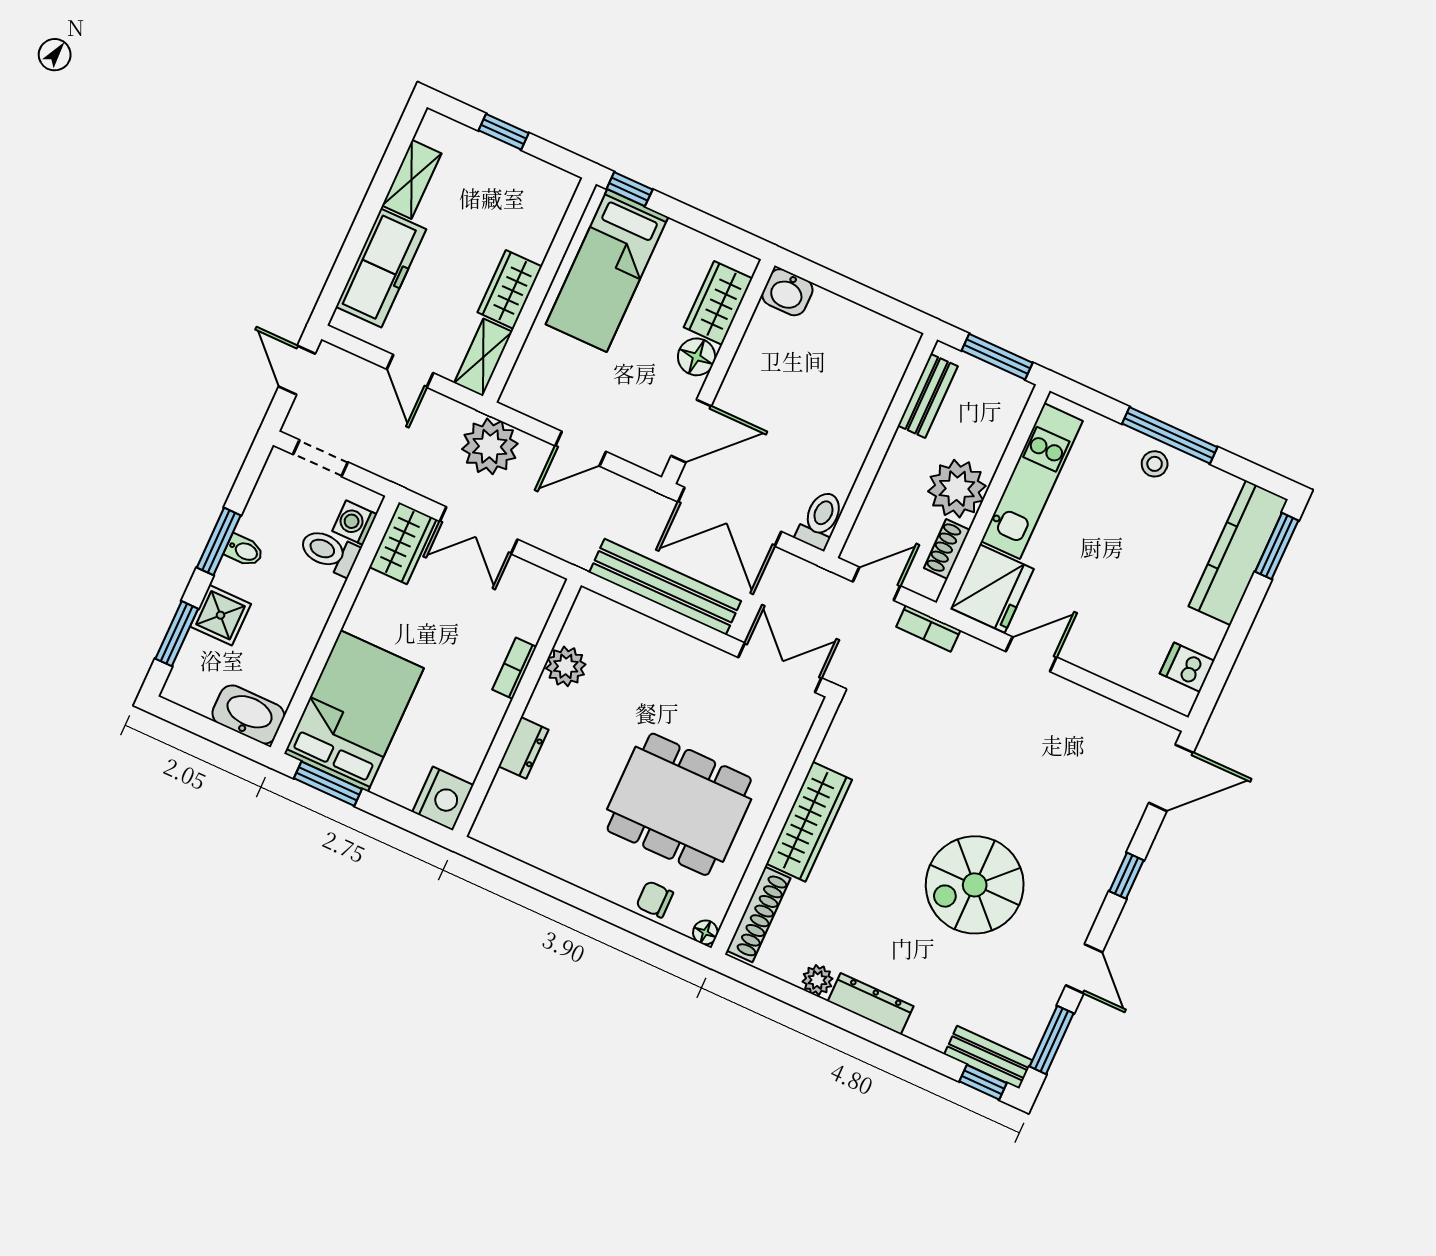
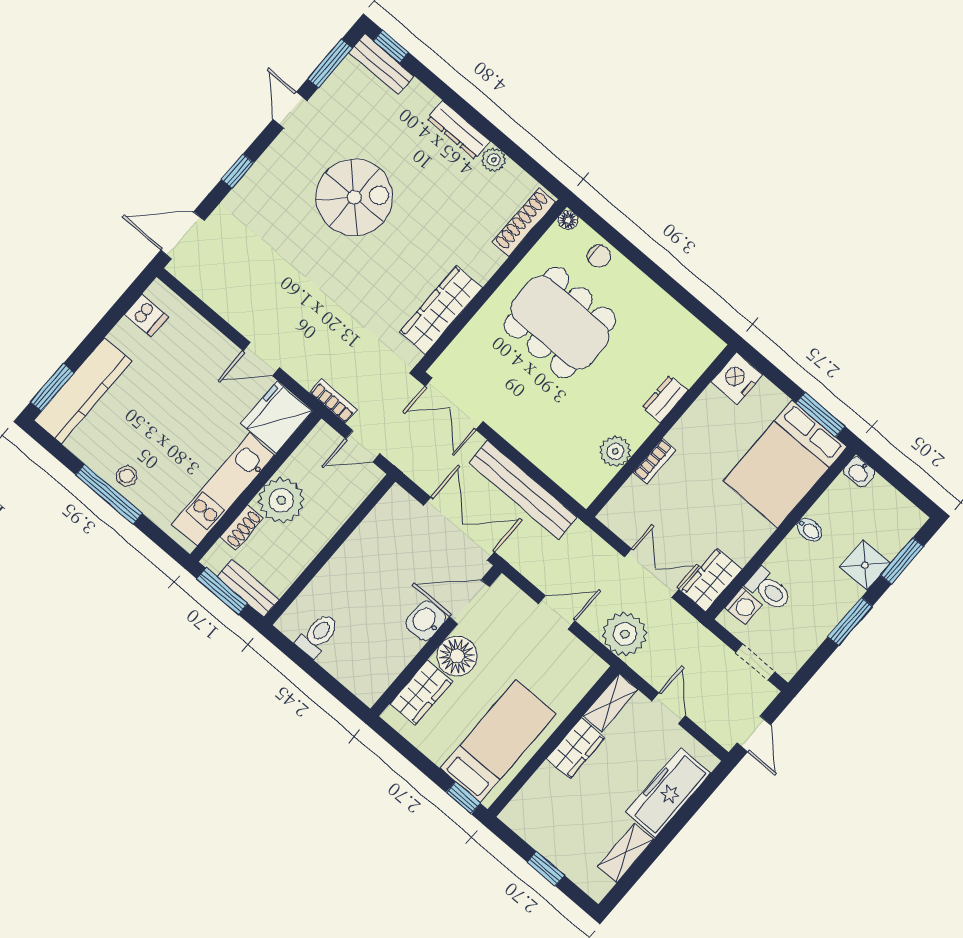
washbasin: (787, 292) -> (426, 621), moved, turned -90
floor lamp: (697, 357) -> (457, 656), width x1.38, depth x1.38
bench: (928, 396) -> (248, 588), moved, turned 90
toilet: (820, 520) -> (318, 635), moved, turned 180
shoe rack: (947, 549) -> (242, 527), moved
bidet: (244, 551) -> (810, 530), moved, turned 180
washbasin: (248, 714) -> (859, 472), width x0.52, depth x0.69
wardrobe: (809, 822) -> (441, 310), moved

